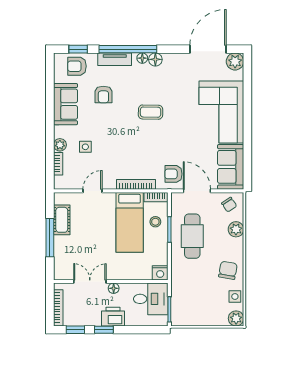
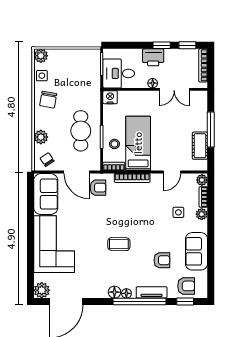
armchair: (103, 94) -> (162, 260), turned 90
plant: (60, 182) -> (202, 180), added

